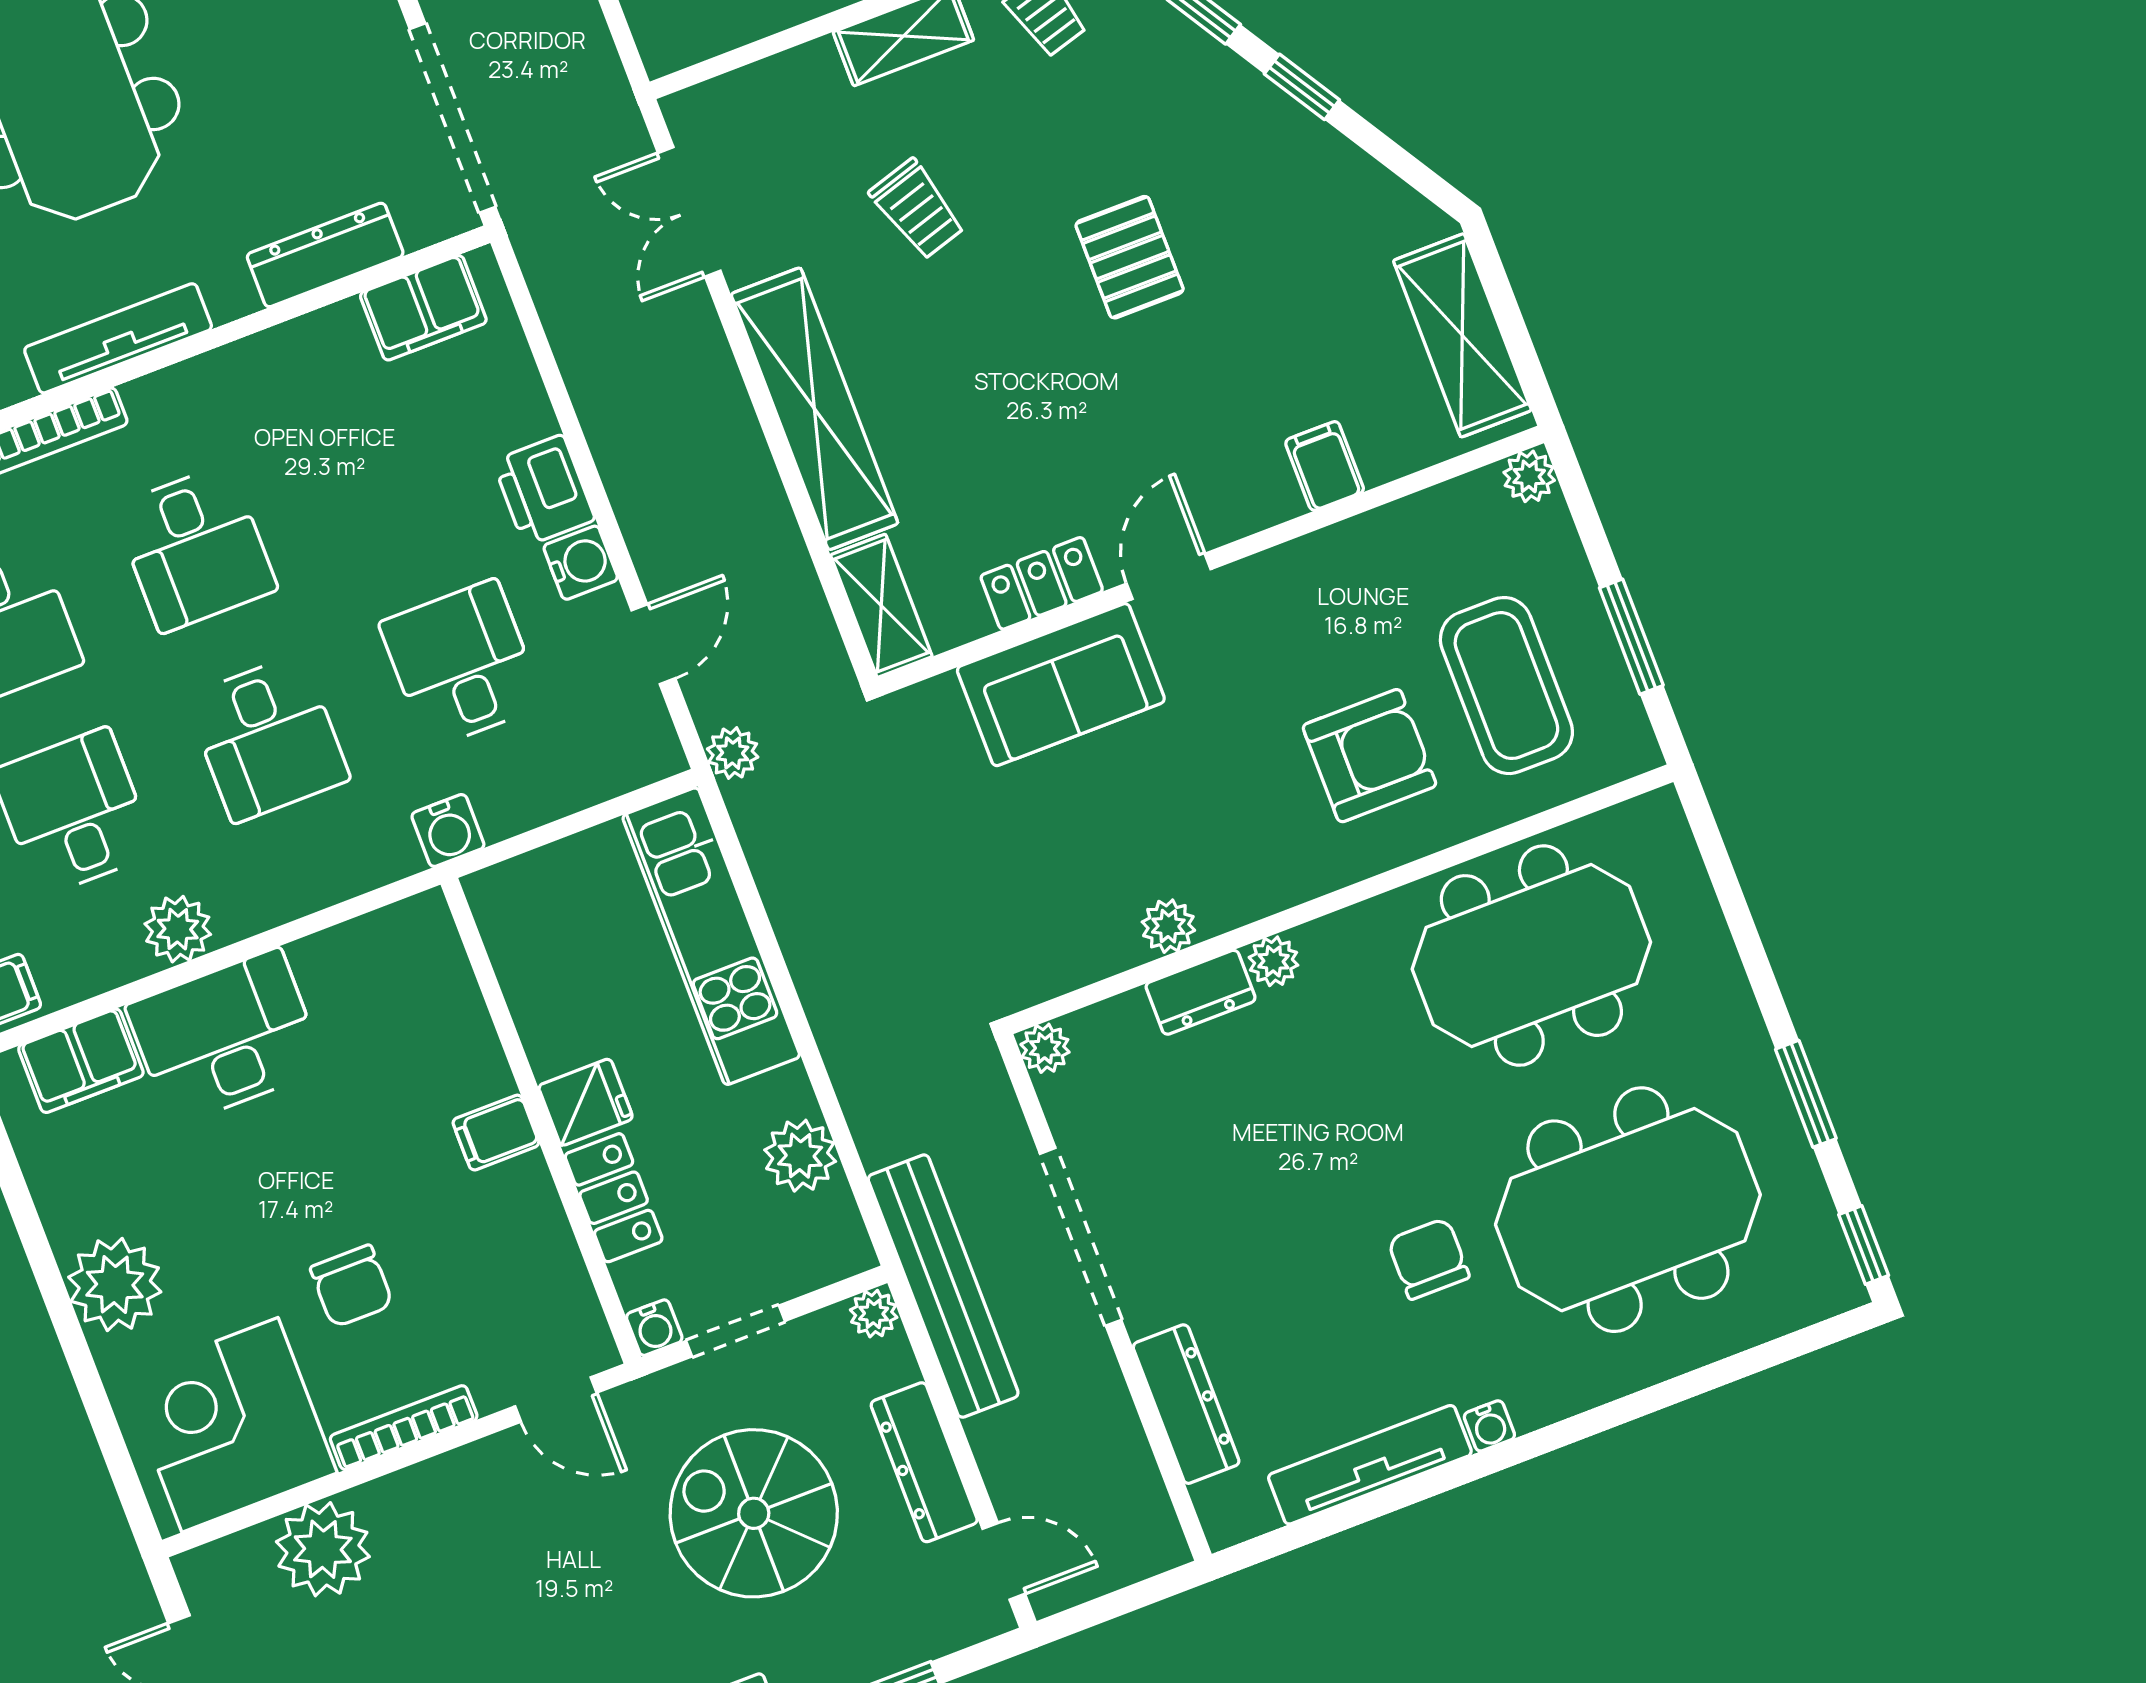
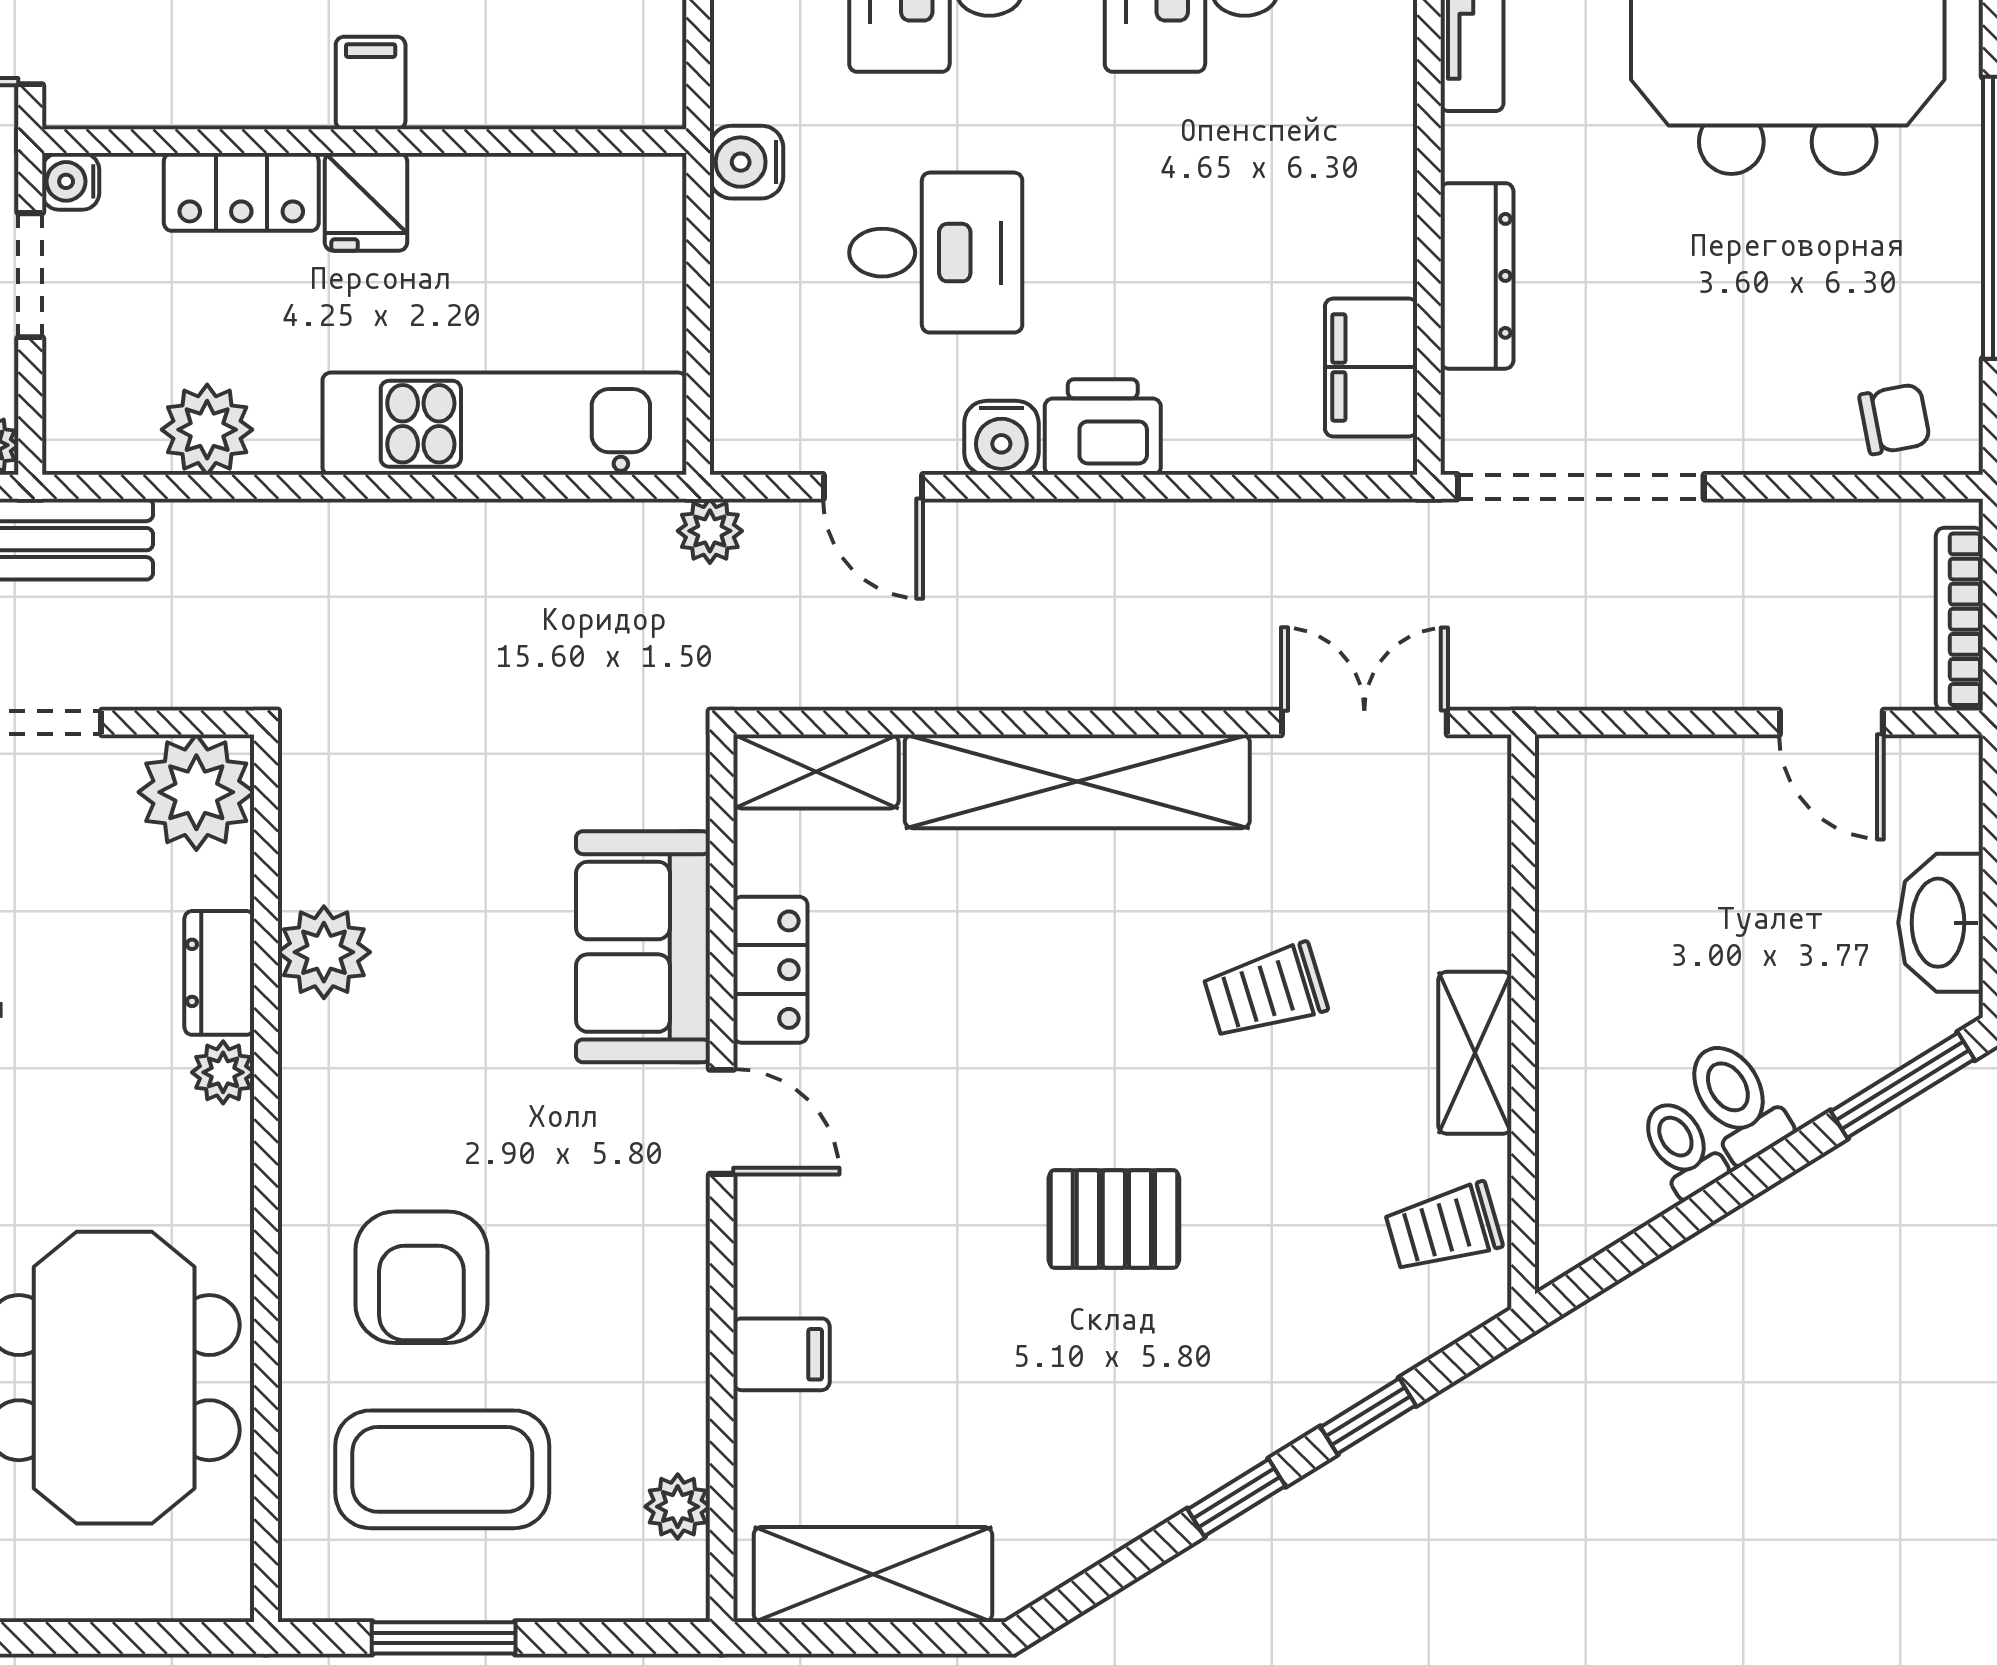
plant: (1529, 476) -> (678, 1507), moved
plant: (1168, 926) -> (324, 952), width x1.38, depth x1.38
plant: (1045, 1048) -> (196, 792), width x1.87, depth x1.87

